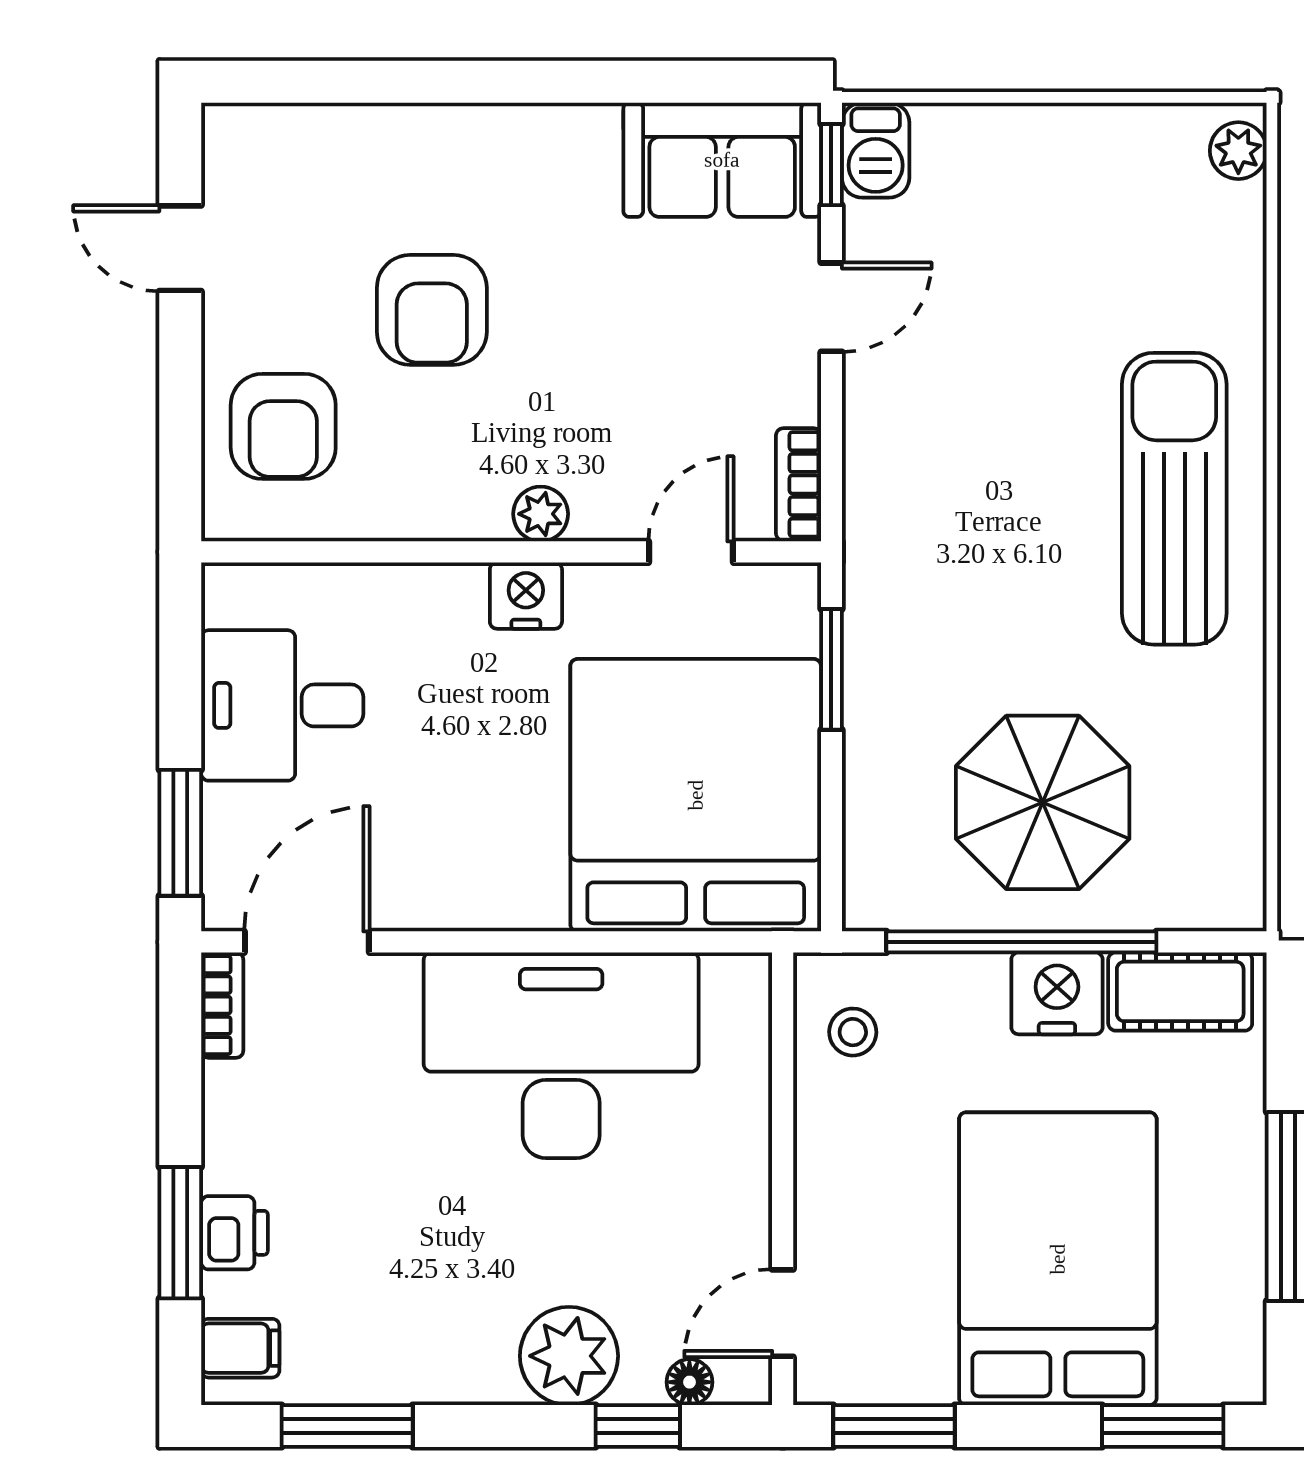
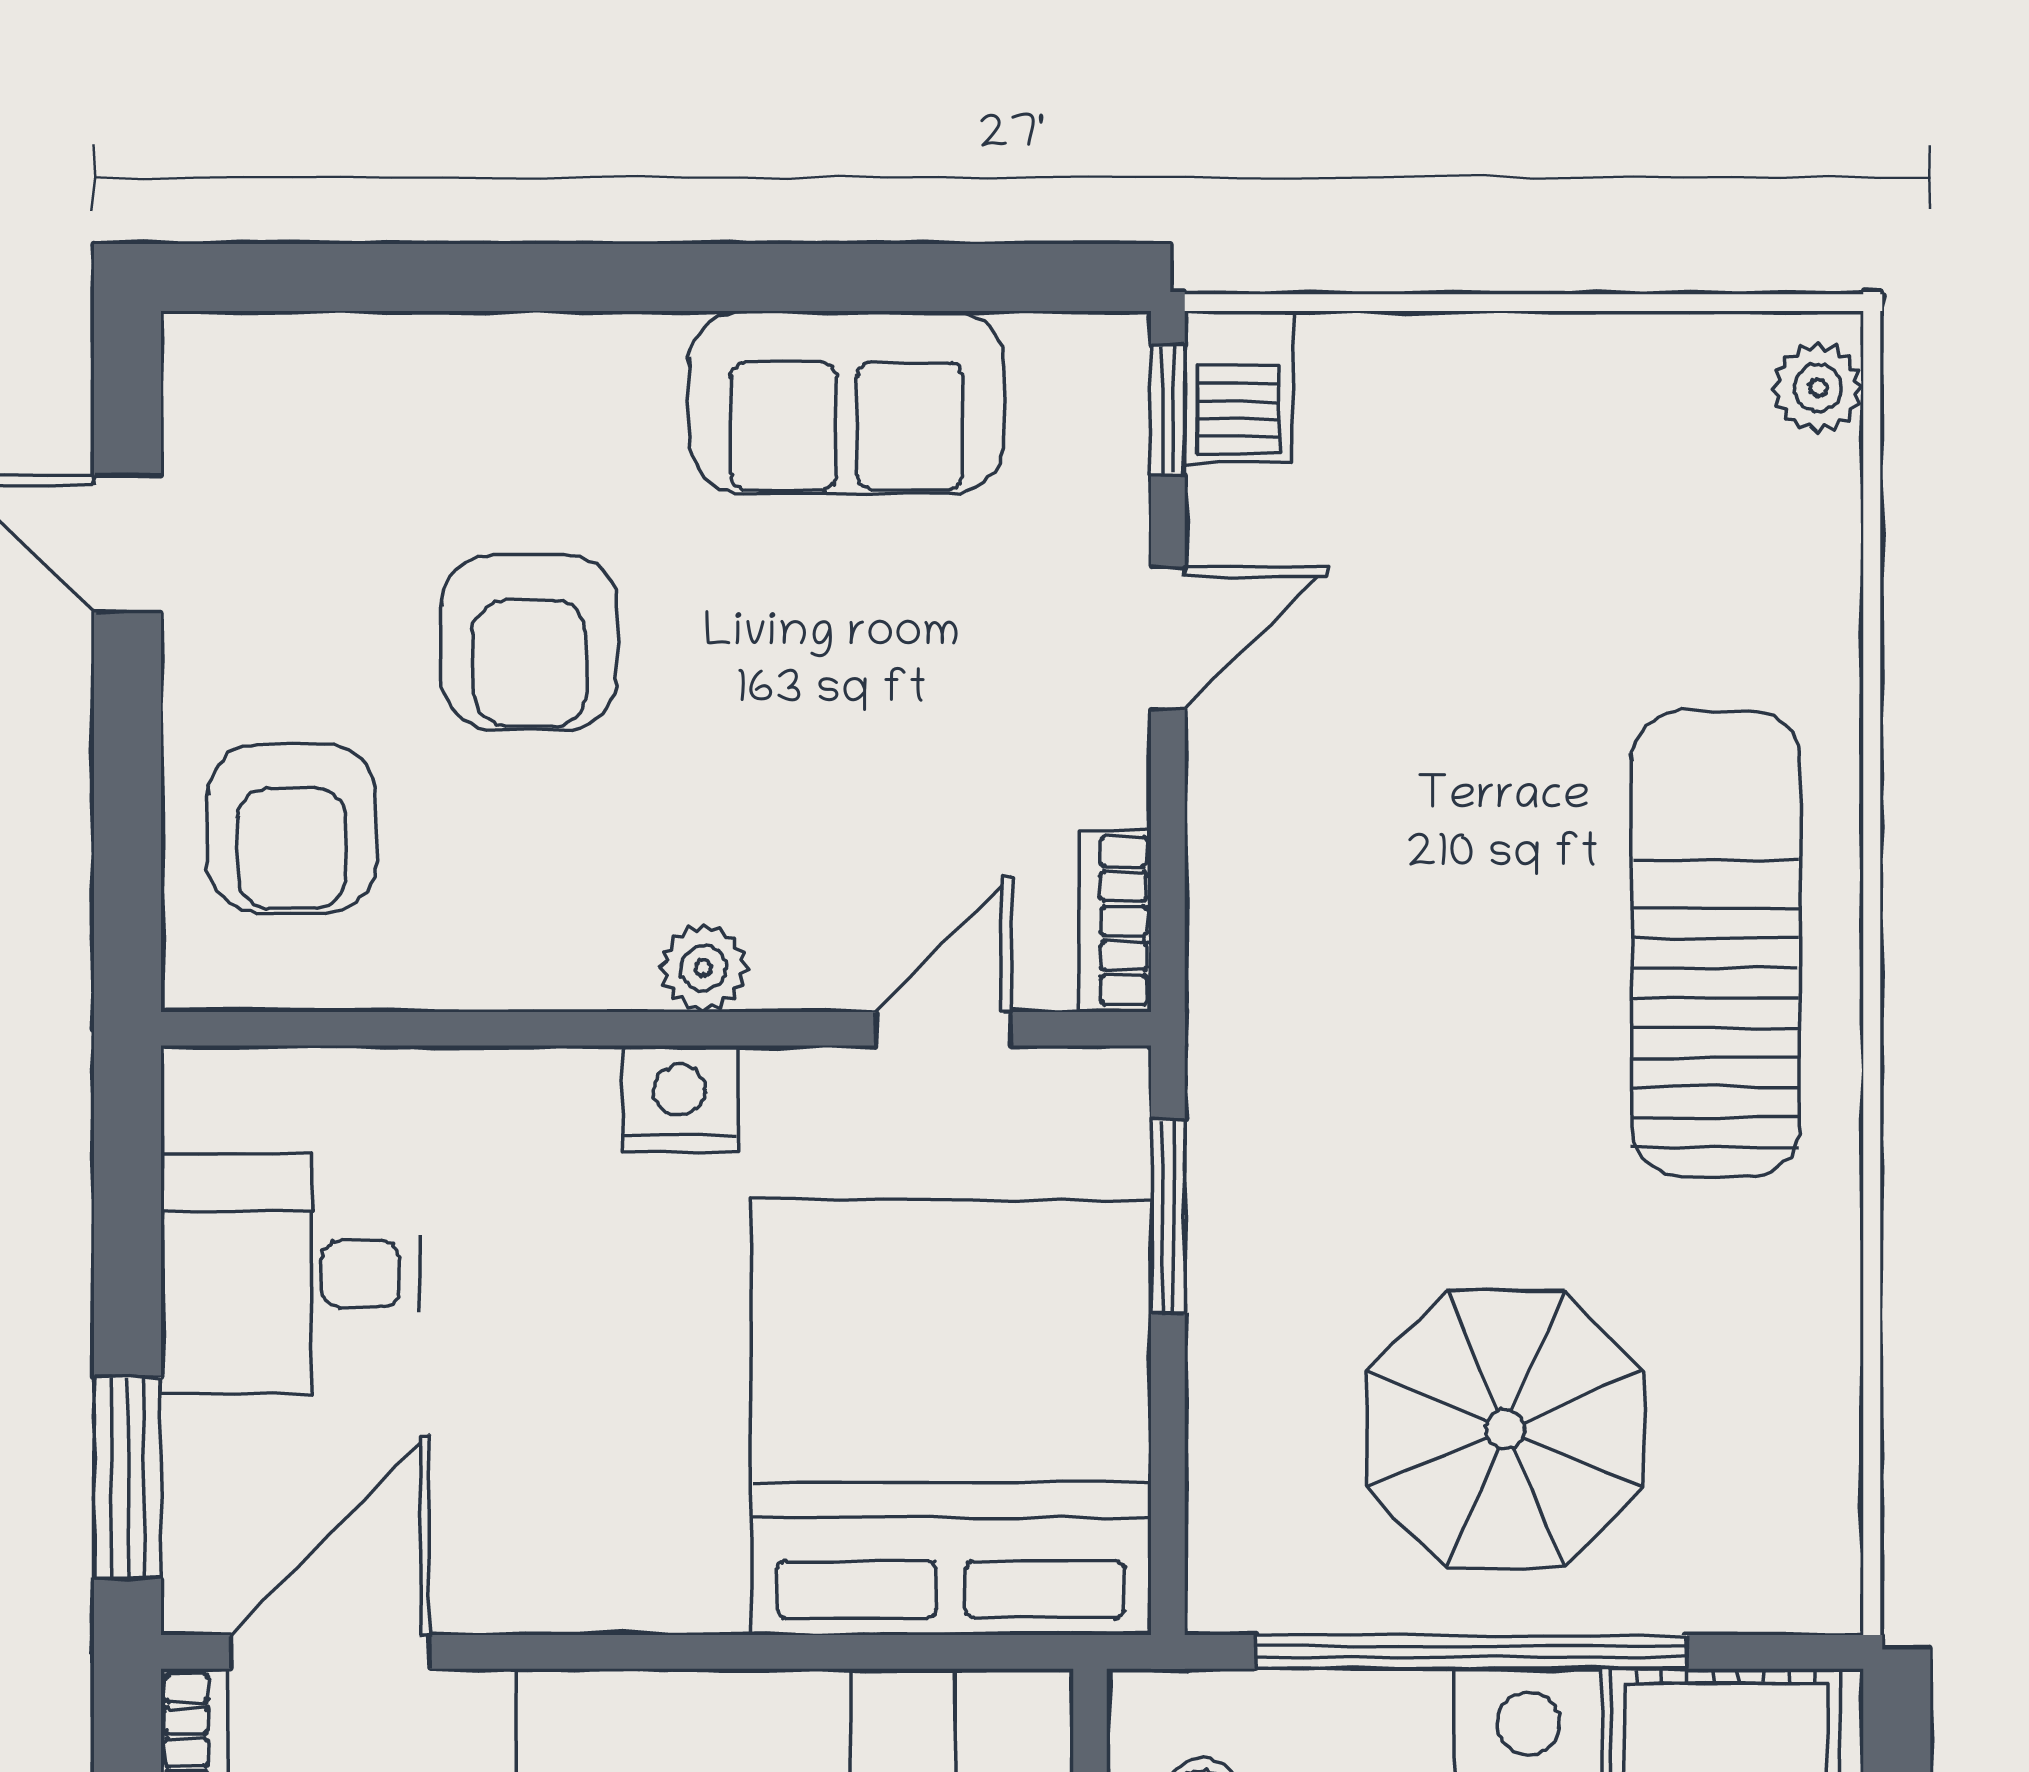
sofa: (722, 160) -> (847, 402), moved

